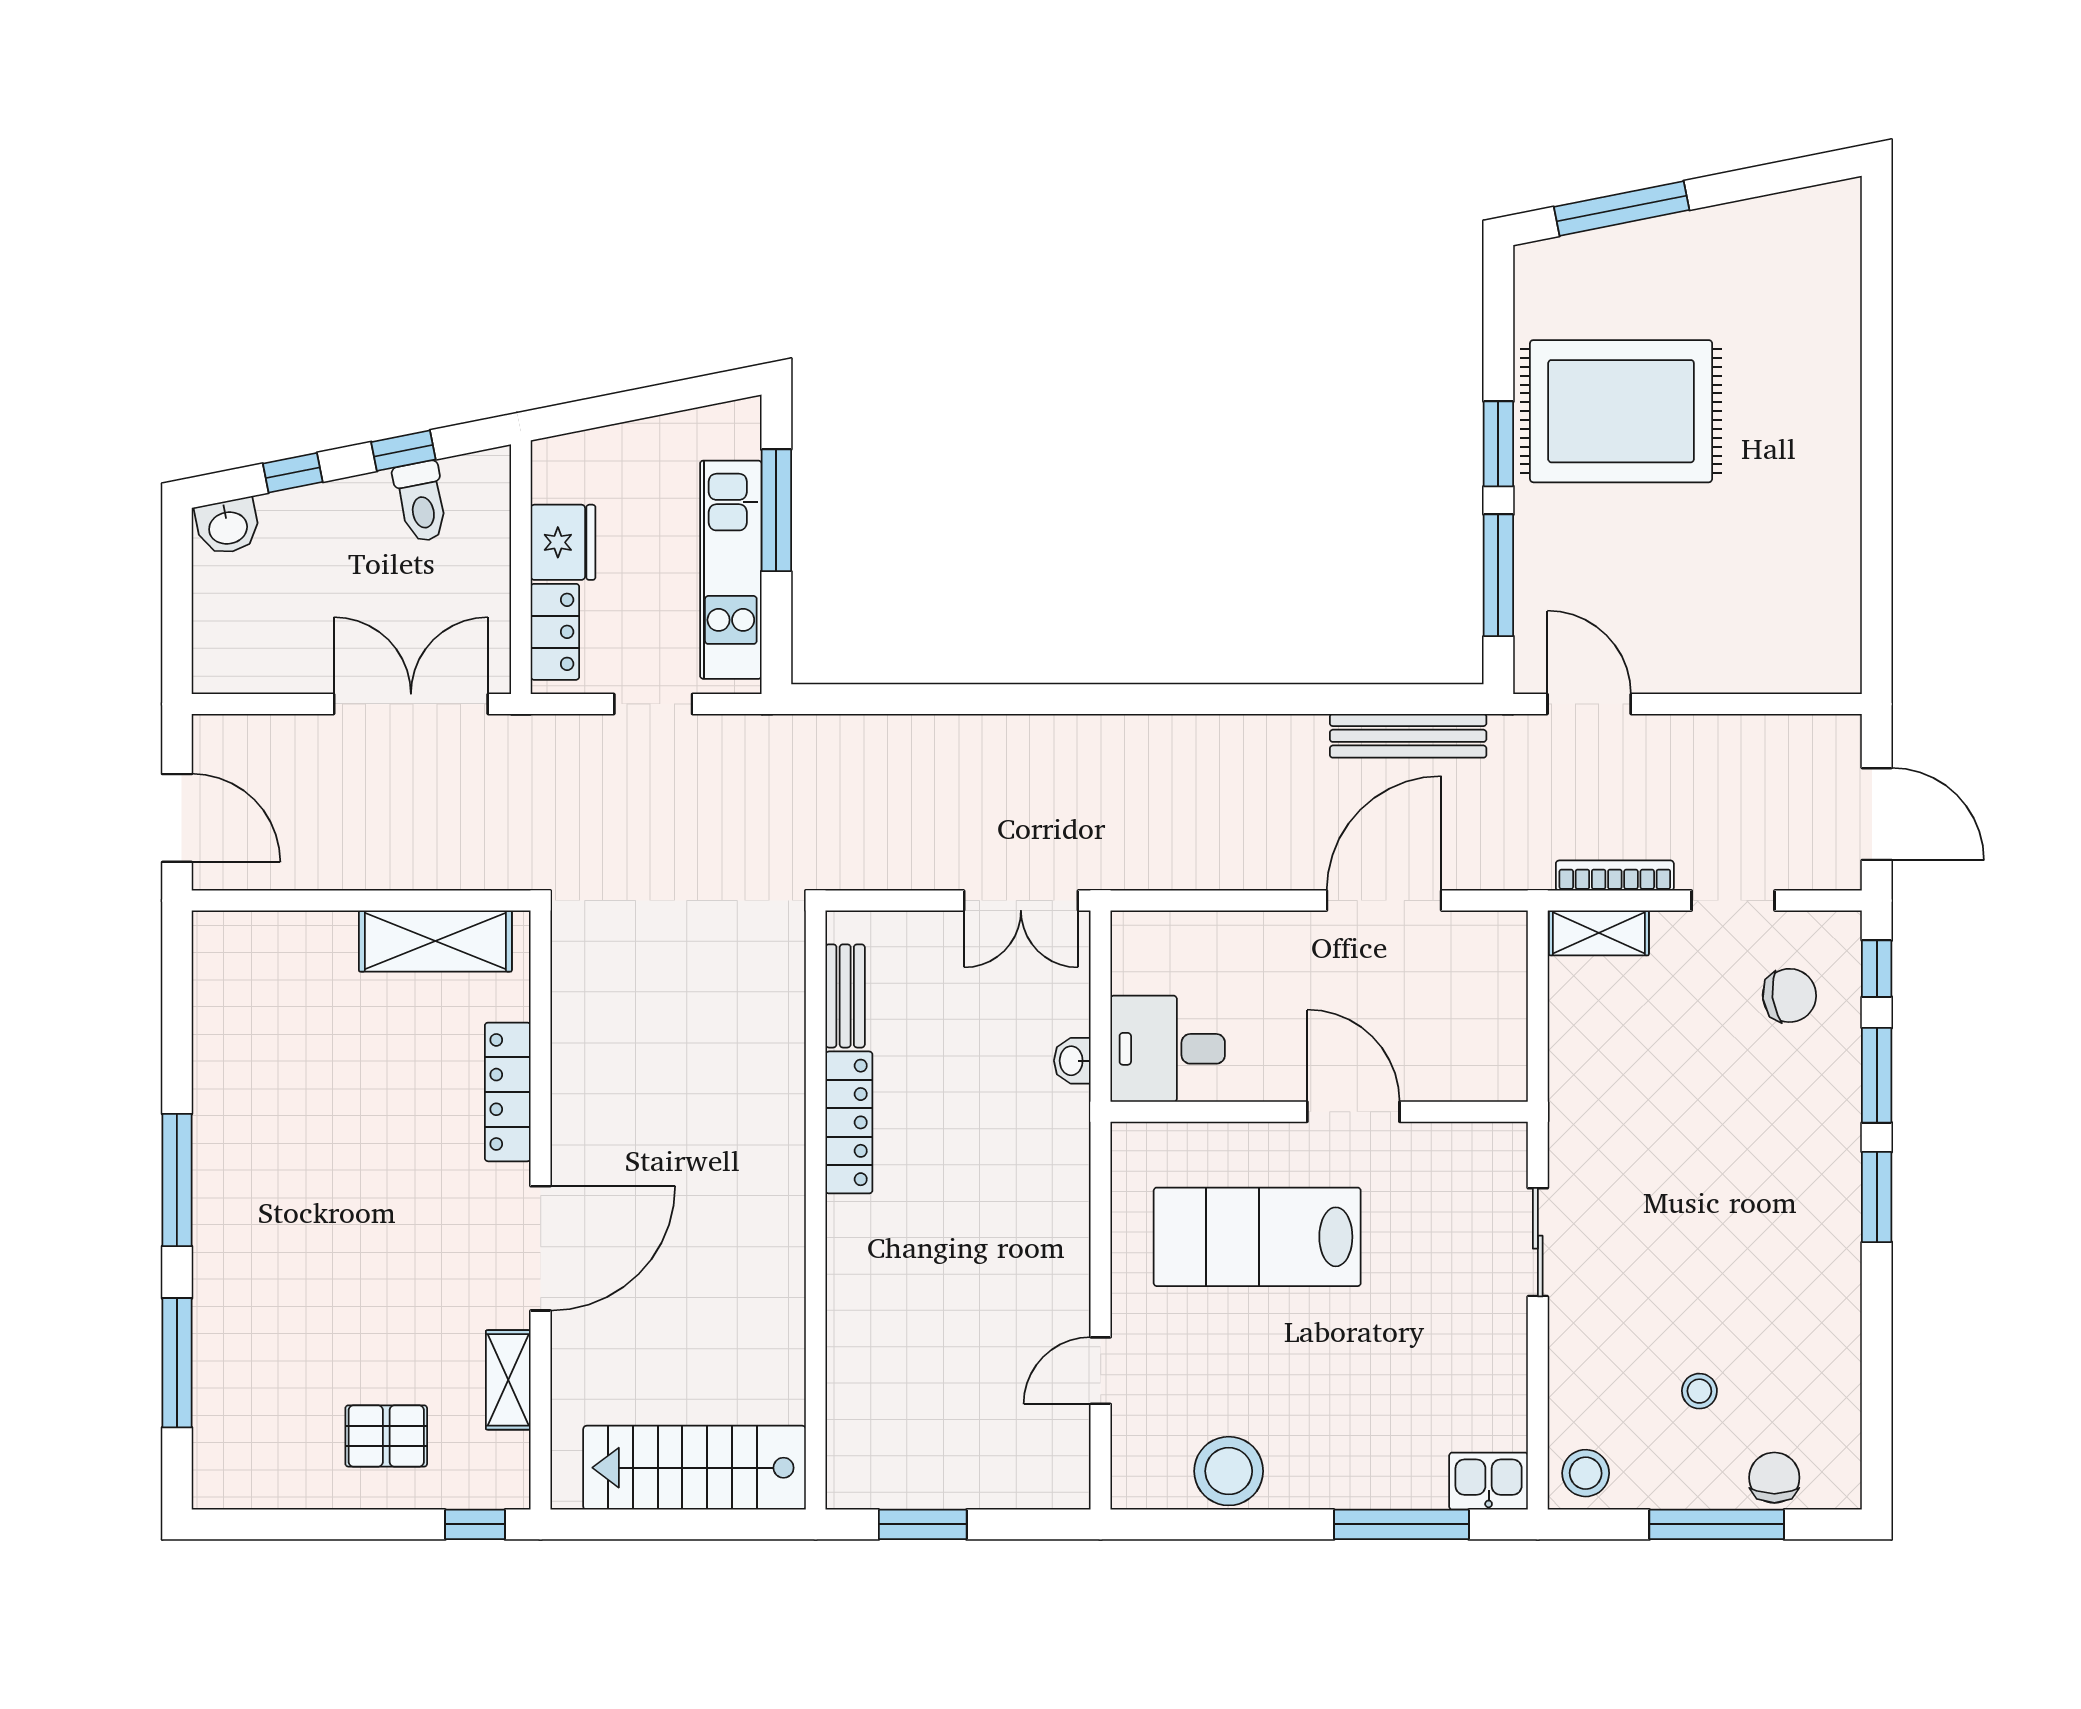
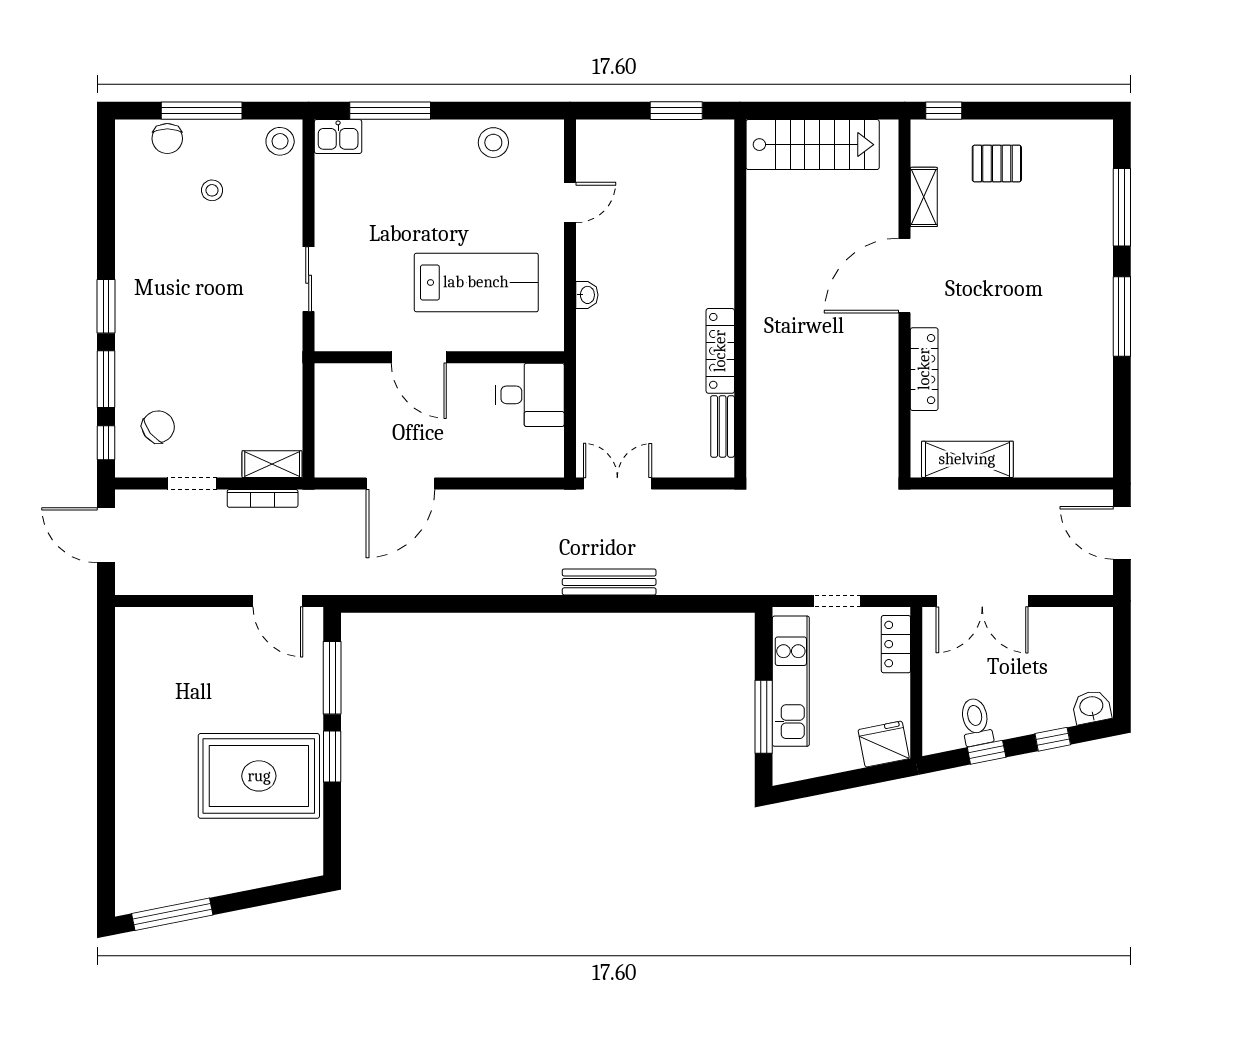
window: (1622, 208) -> (172, 914), moved
fridge: (563, 542) -> (884, 744), moved, turned 79
bench: (1408, 736) -> (609, 582), moved
chair: (1789, 995) -> (158, 427), turned 149
washbasin: (1072, 1061) -> (587, 295), moved
stool: (1229, 1471) -> (493, 143), width x0.73, depth x0.73

